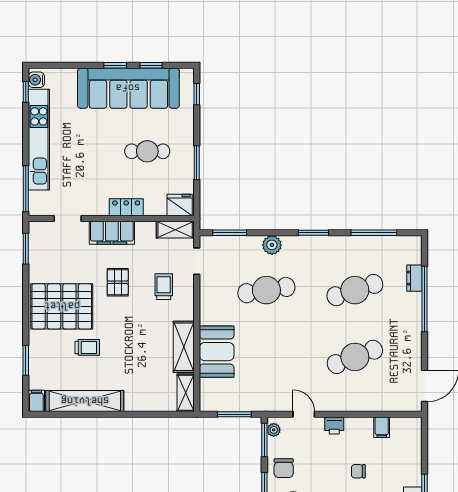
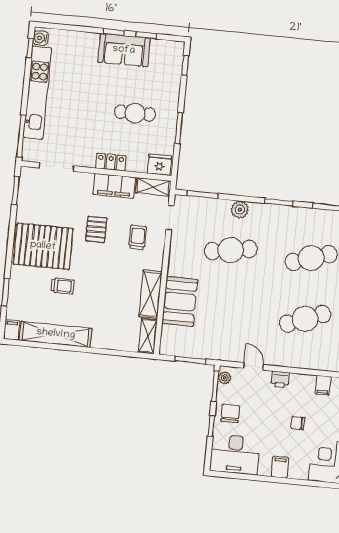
sofa: (128, 88) -> (124, 50), width x0.54, depth x0.79
doorway: (68, 218) -> (57, 167), width x1.38
filing cabinet: (112, 233) -> (114, 186), moved
chair: (284, 468) -> (230, 413), turned 180

